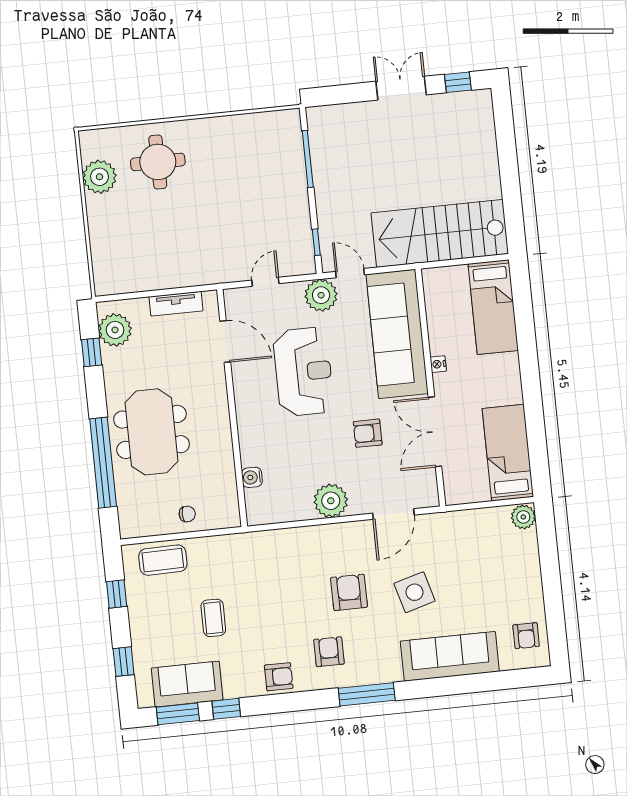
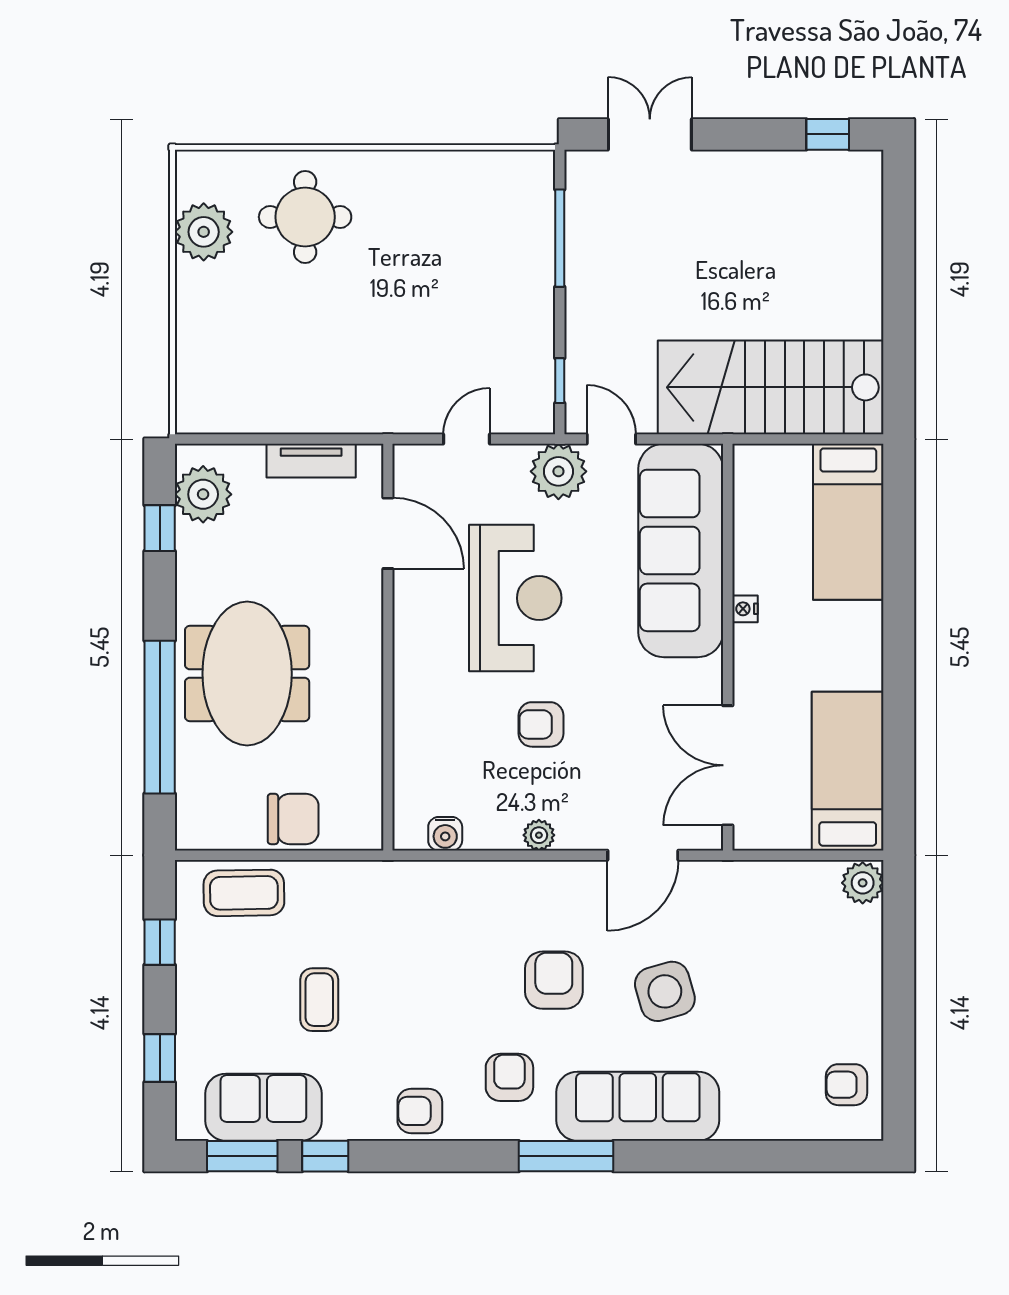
double door: (401, 88) -> (650, 134), moved
double door: (435, 432) -> (728, 765), moved
armchair: (368, 433) -> (541, 724), moved
water cooler: (252, 477) -> (445, 834), moved, turned -90
plant: (331, 501) -> (539, 835), width x0.53, depth x0.53
chair: (187, 514) -> (293, 819), width x1.87, depth x1.87
armchair: (526, 636) -> (847, 1085), turned 90
sofa: (450, 656) -> (638, 1106), moved
armchair: (279, 677) -> (420, 1111), turned 180

